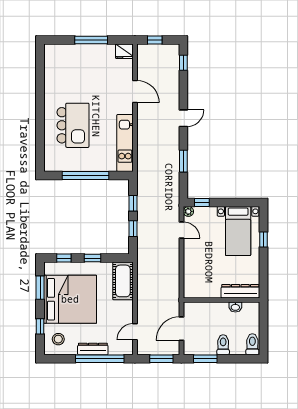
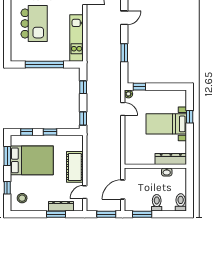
window: (133, 229) -> (83, 118), moved
bed with nightstands: (238, 231) -> (166, 124), moved, turned 90
cot: (123, 281) -> (75, 167), moved
bed: (70, 299) -> (32, 160), width x0.73
dresser: (93, 349) -> (61, 206), moved
window: (100, 359) -> (56, 214), width x0.47

